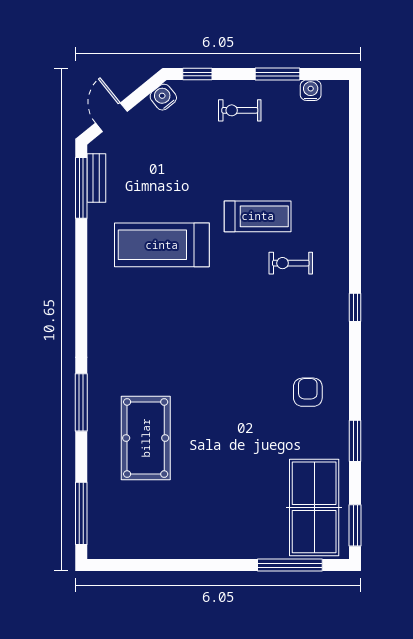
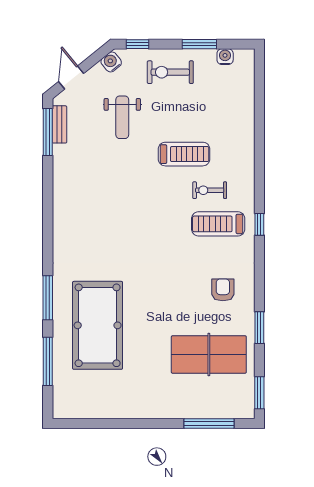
exercise bike: (240, 110) -> (170, 72), width x1.38, depth x1.39
weight bench: (178, 169) -> (122, 117), added
treadmill: (162, 245) -> (218, 224), moved, width x0.73, depth x0.73
pool table: (146, 438) -> (98, 325), width x1.36, depth x1.32
table tennis table: (314, 507) -> (209, 354), moved, turned 90
window: (81, 513) -> (48, 361), moved

